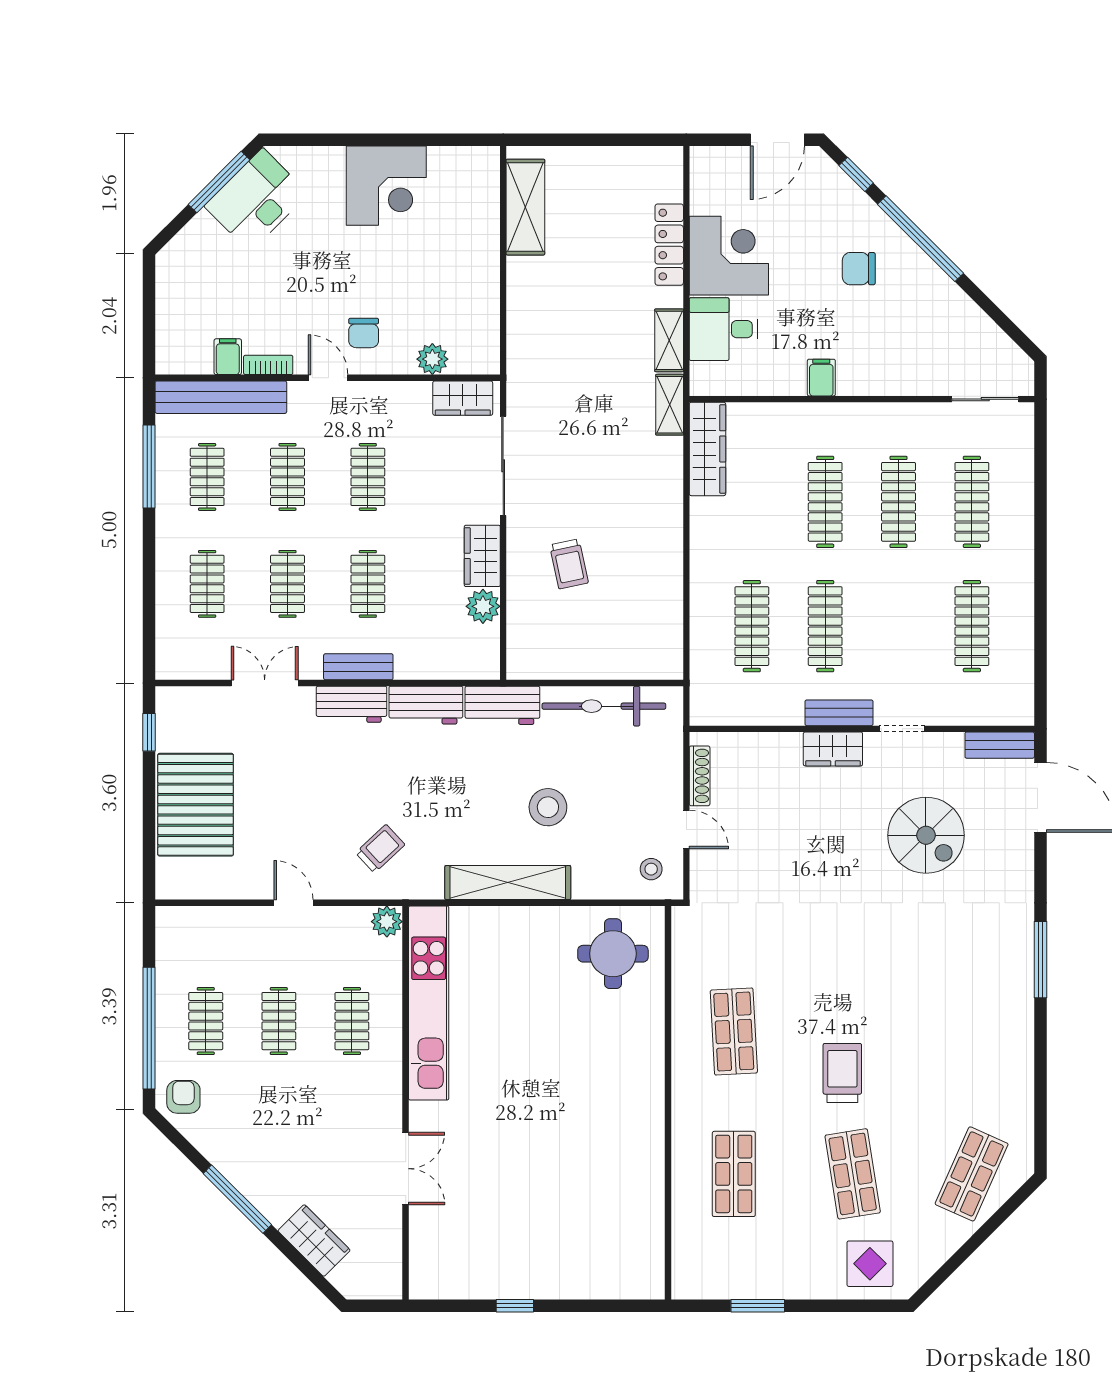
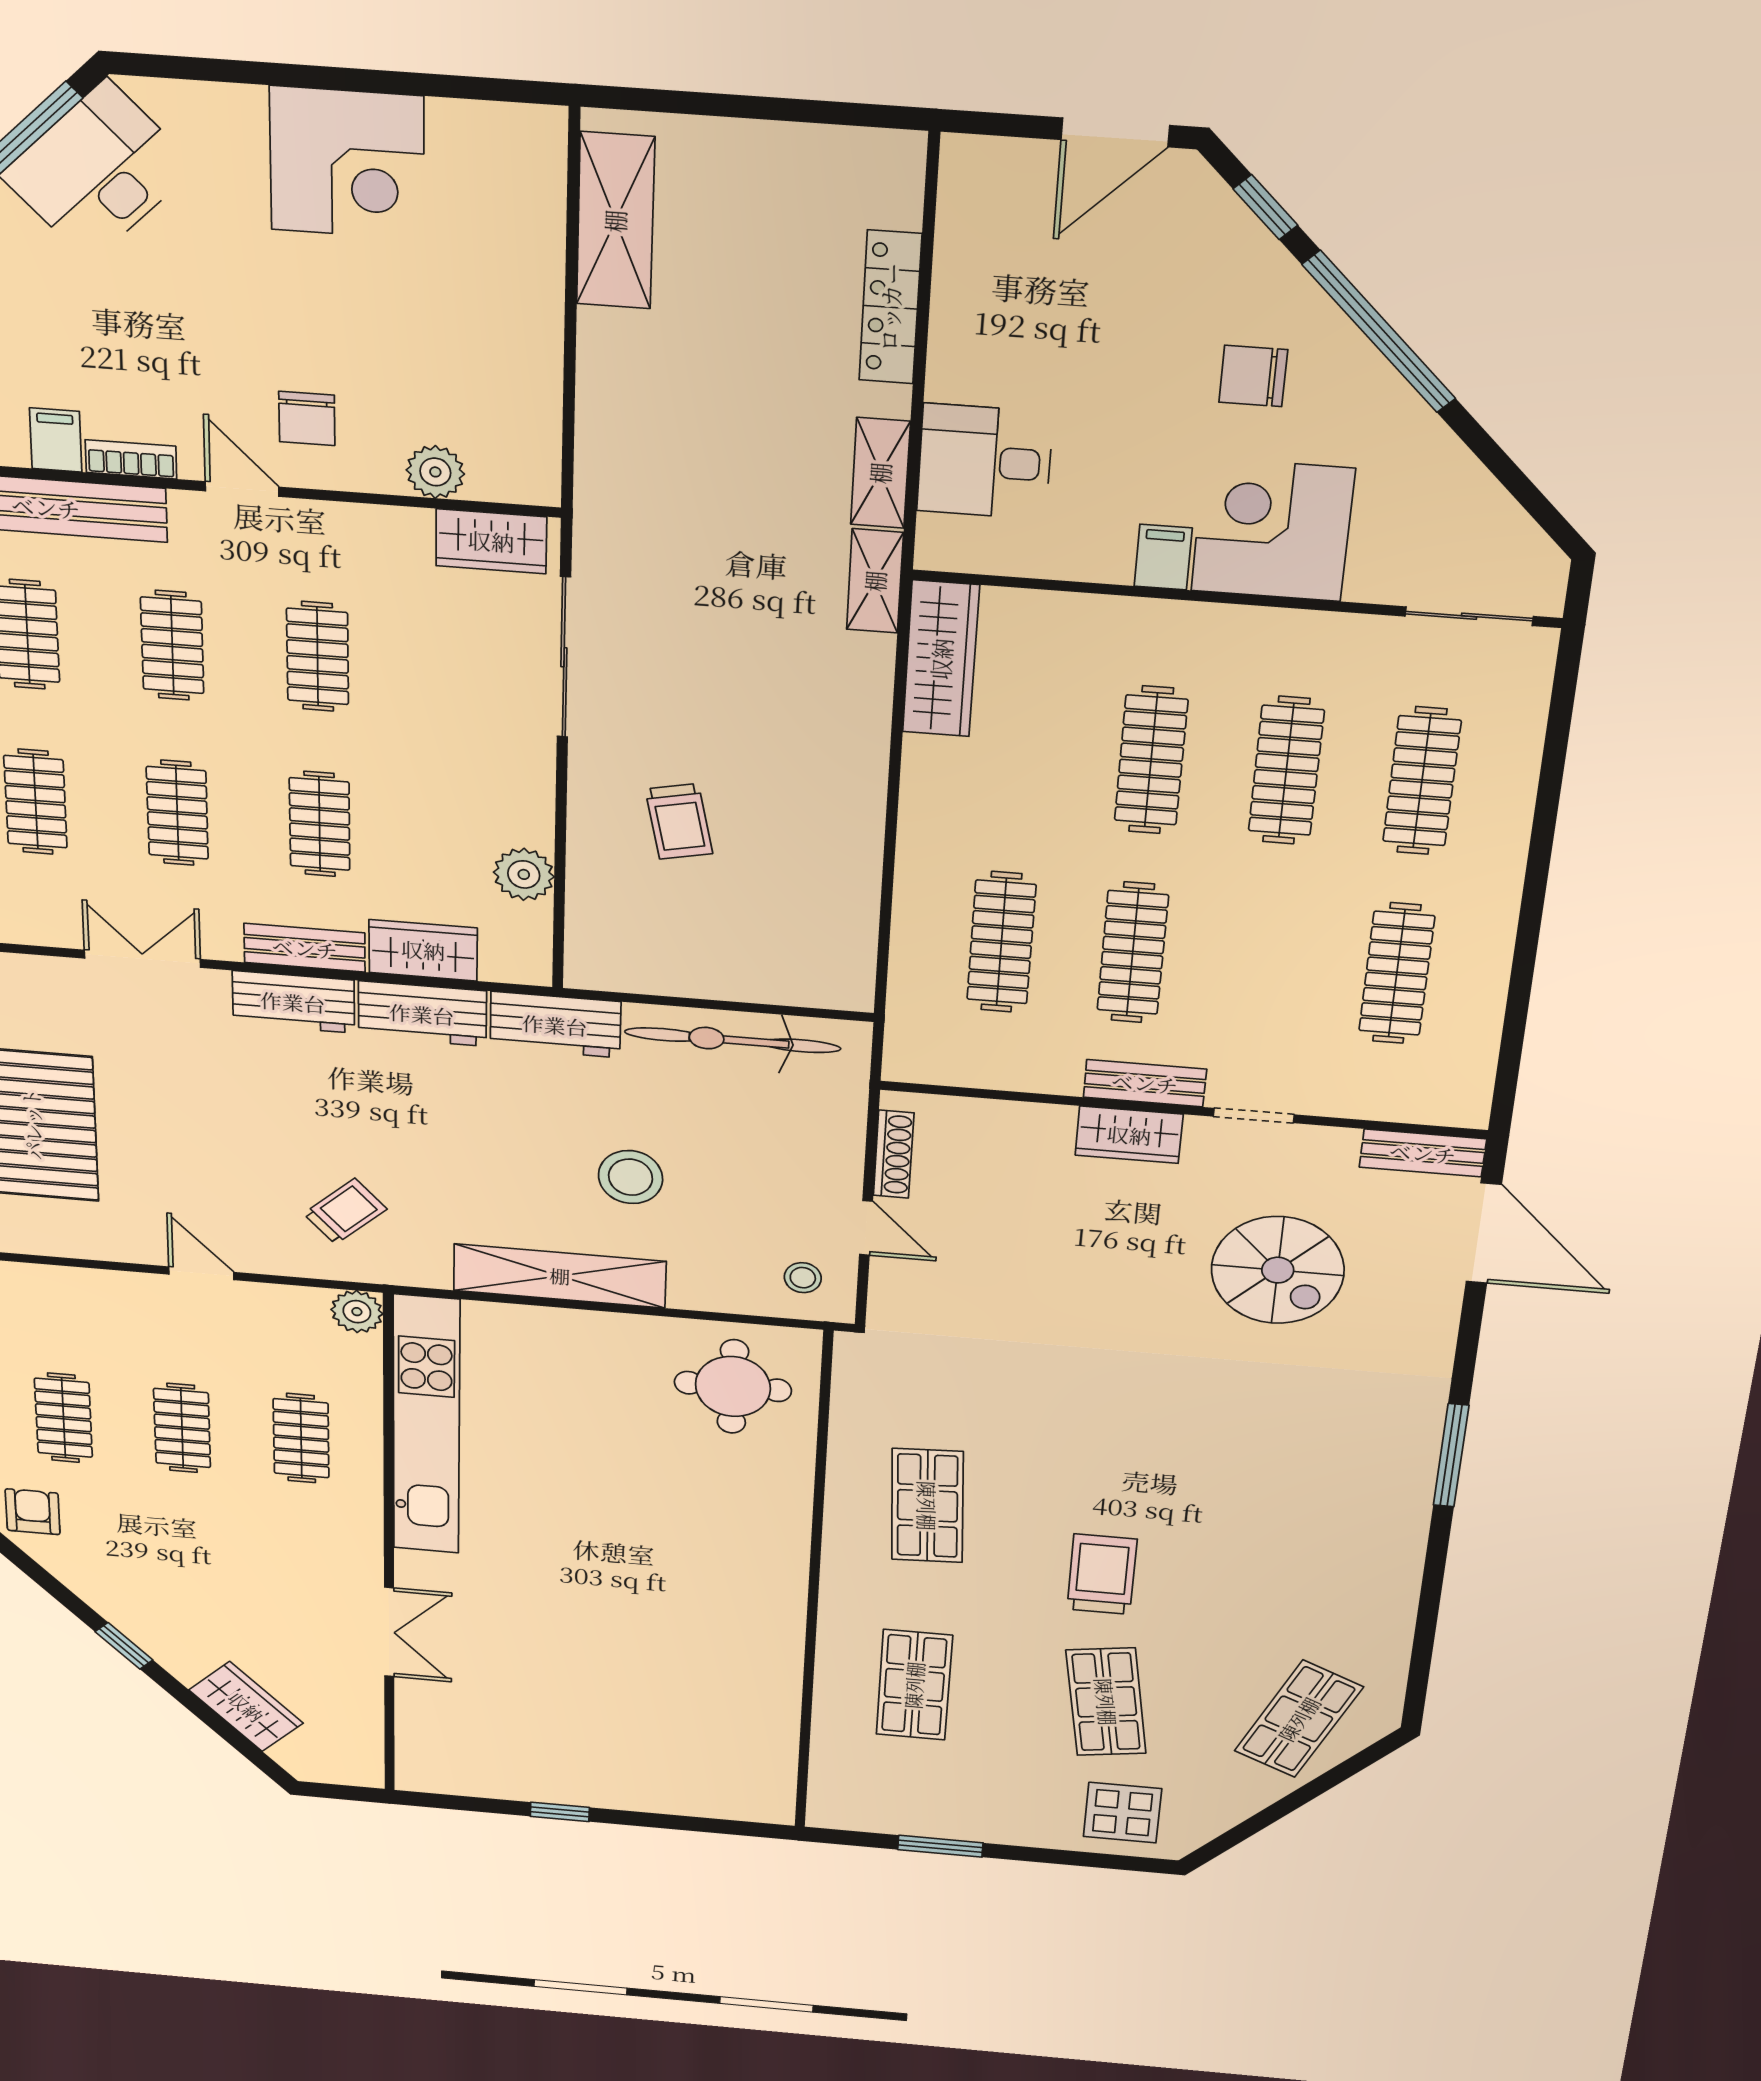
corner desk: (729, 256) -> (1273, 530), moved, turned -90
wardrobe: (482, 556) -> (423, 950), moved, turned 90
window: (237, 1199) -> (124, 1646), width x0.46

